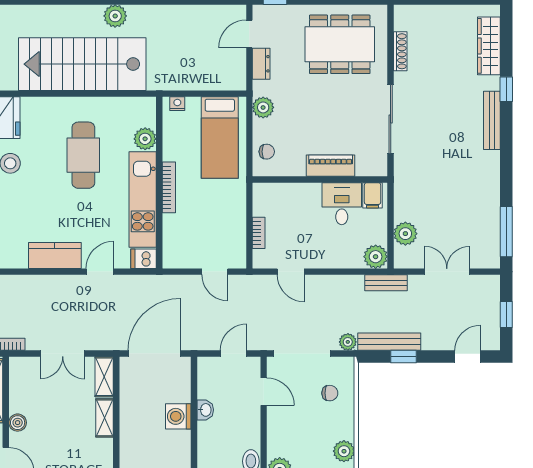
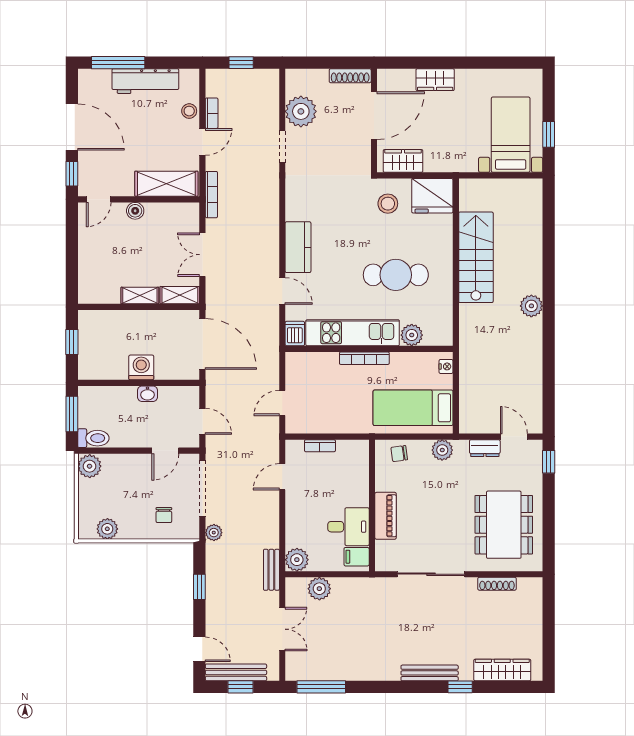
stairs: (82, 64) -> (476, 257), width x0.73, depth x0.66
chair: (267, 152) -> (399, 454), turned 82
bench: (389, 342) -> (236, 672), moved, turned 90

